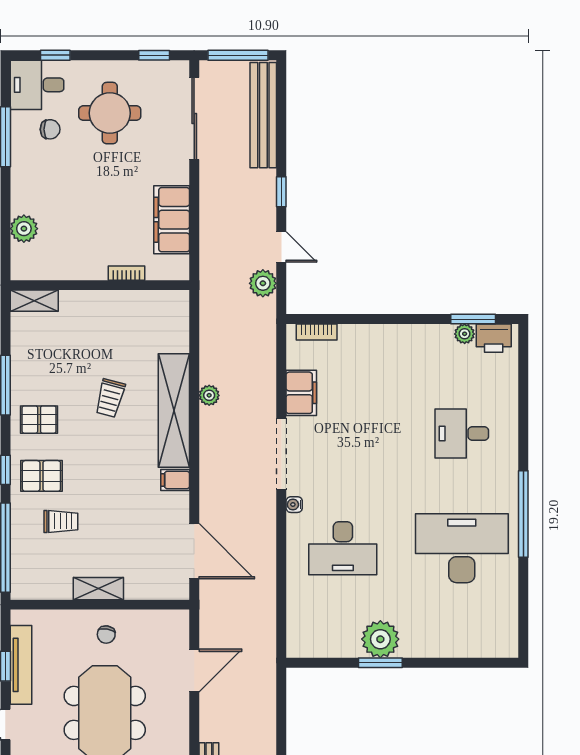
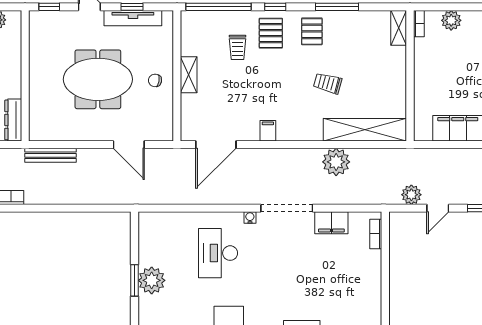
bookcase: (126, 273) -> (419, 24), moved
plant: (209, 395) -> (336, 162), width x1.87, depth x1.87
shelving: (174, 410) -> (365, 130), moved

